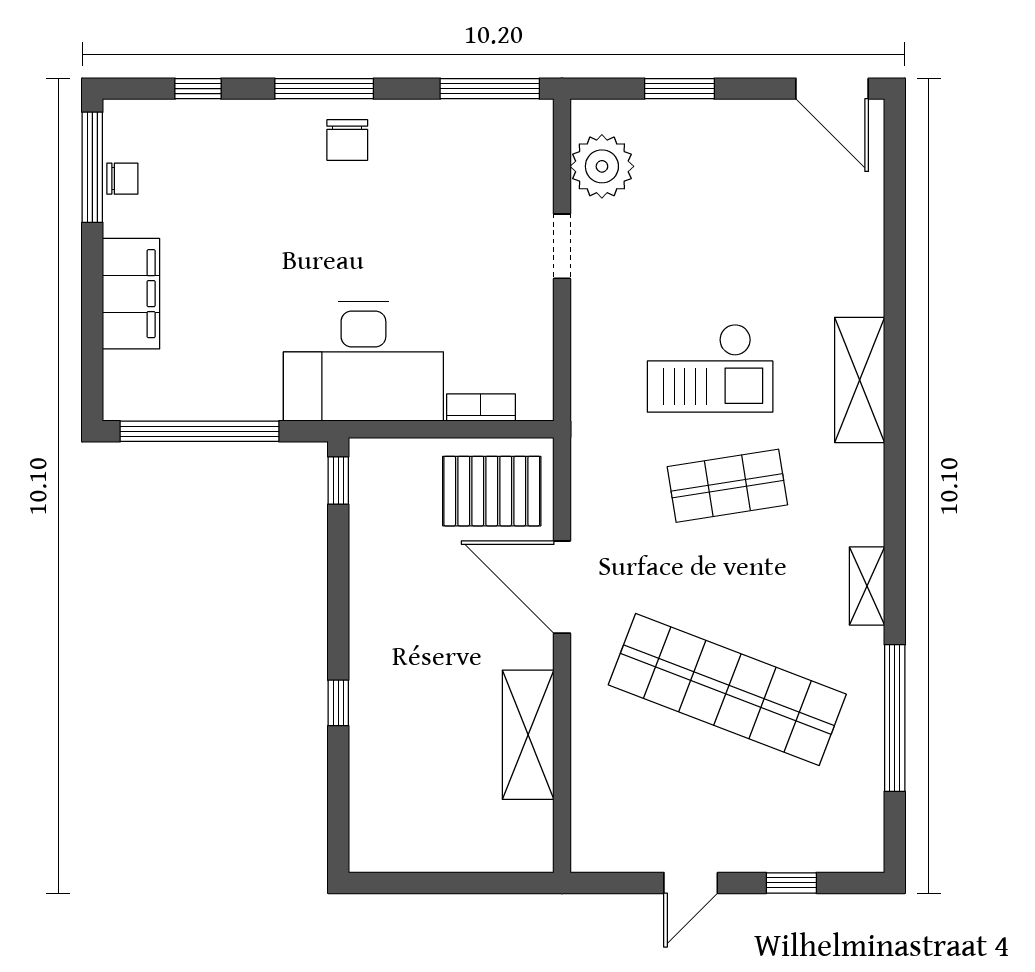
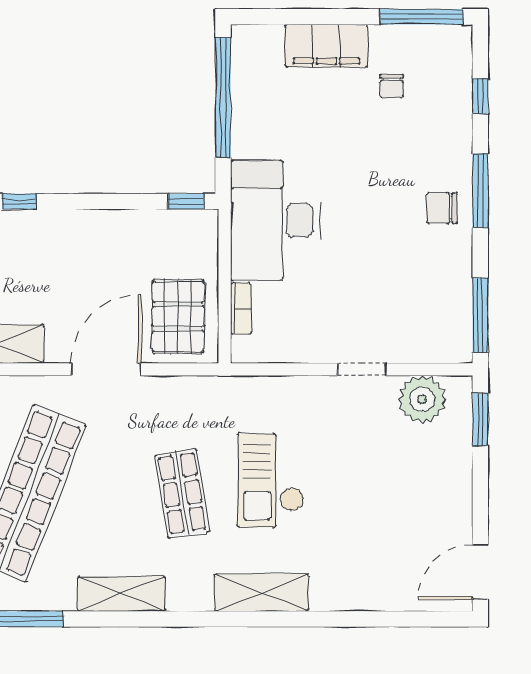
window: (679, 89) -> (480, 420), moved
chair: (122, 179) -> (392, 86), moved
shelving: (867, 586) -> (122, 594), width x1.50, depth x1.33

